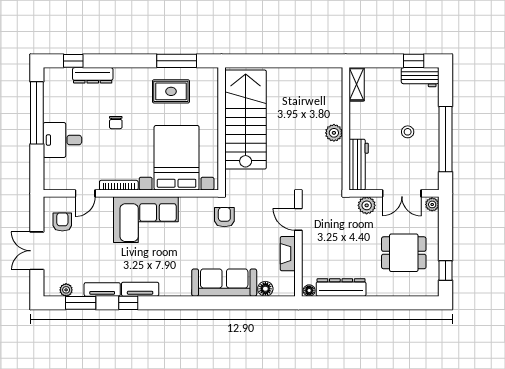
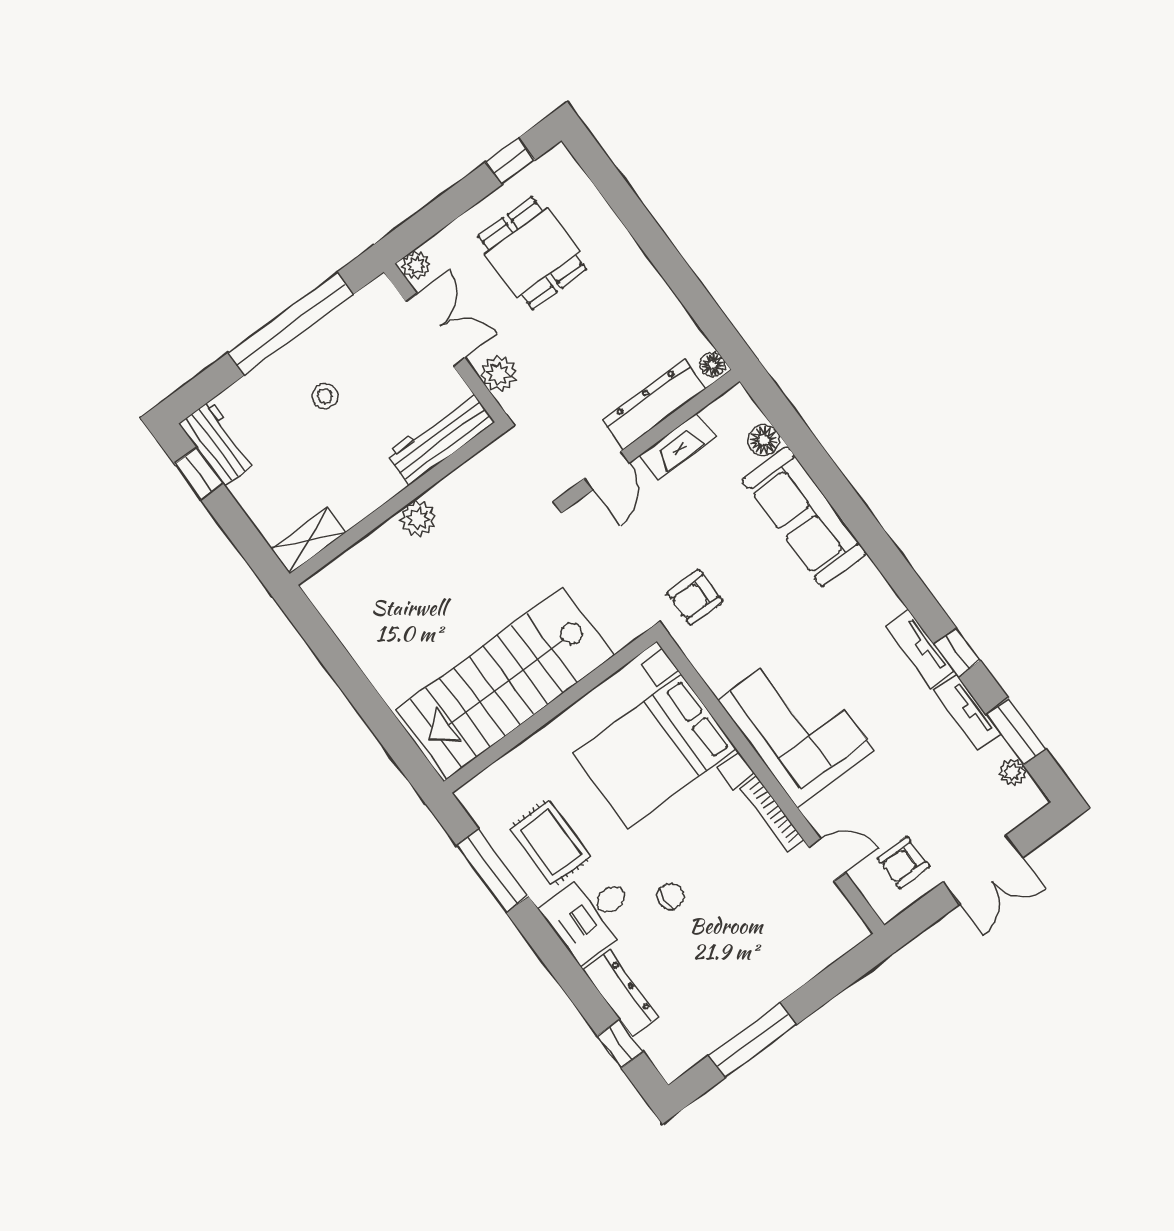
window: (37, 113) -> (752, 1040), width x0.68
desk: (62, 140) -> (591, 914), moved, turned 90
dresser: (341, 287) -> (654, 404), moved, turned 90

